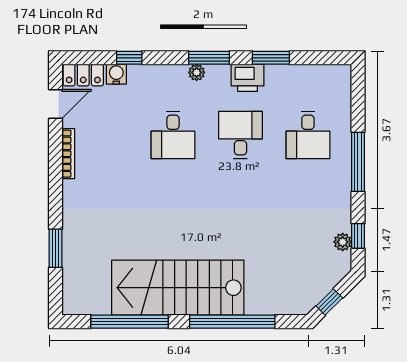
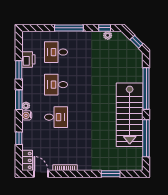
water cooler: (116, 74) -> (27, 115), moved
printer: (248, 78) -> (28, 59), moved
desk: (308, 135) -> (56, 52), turned 180

